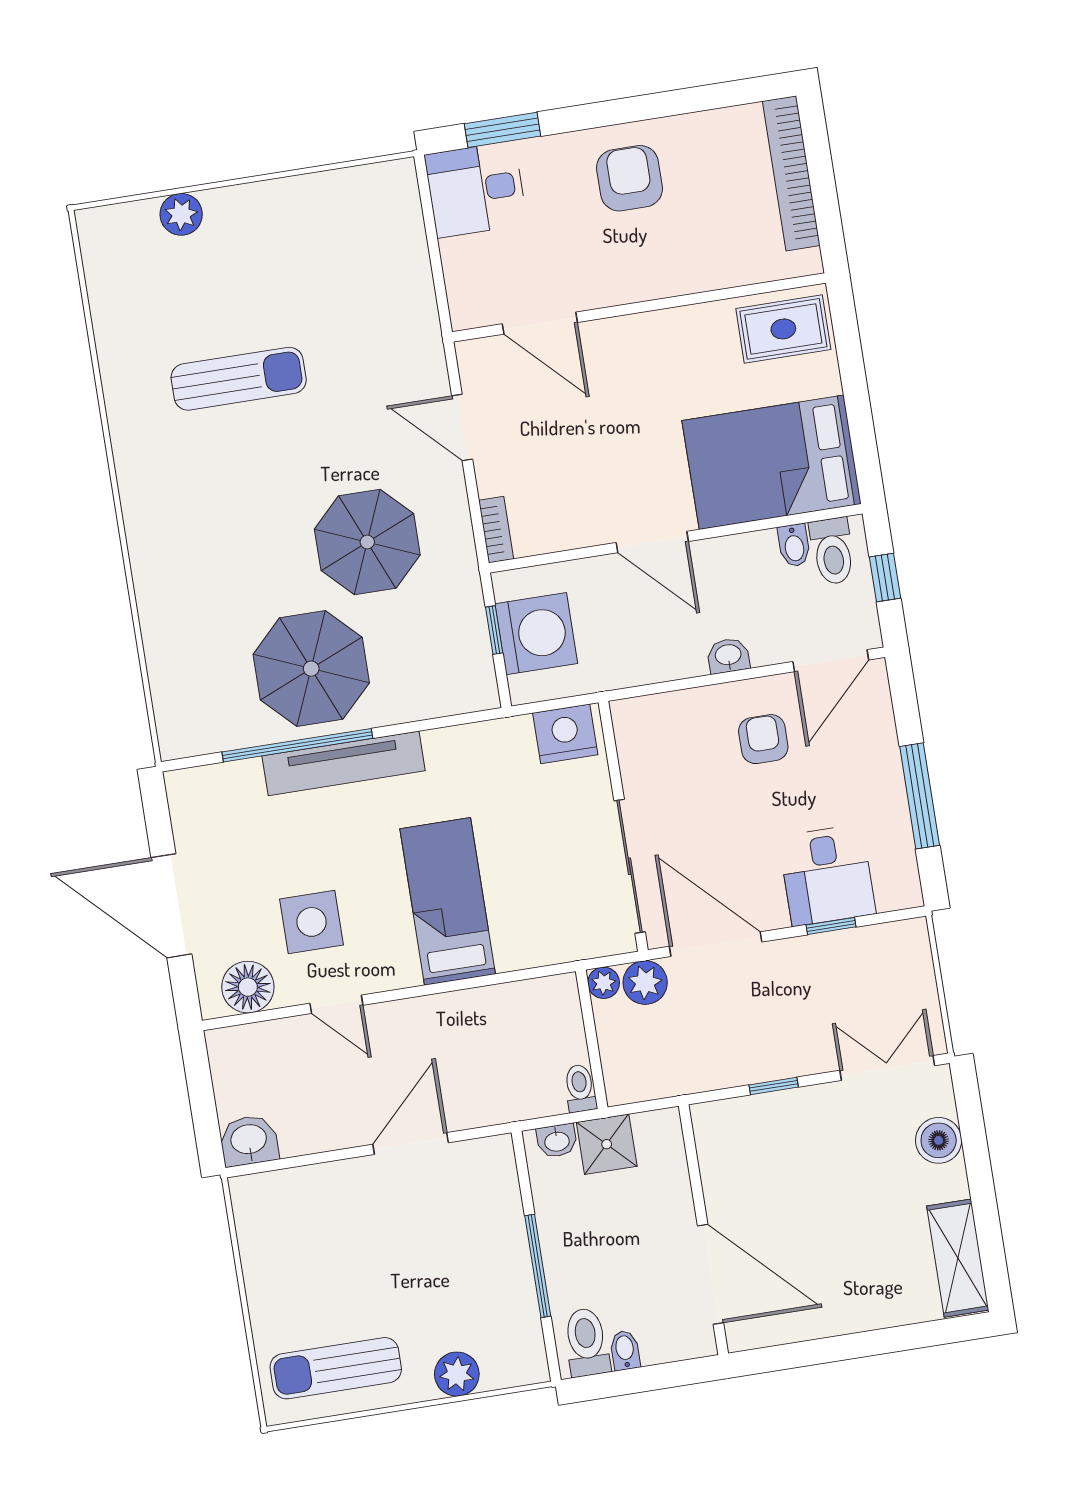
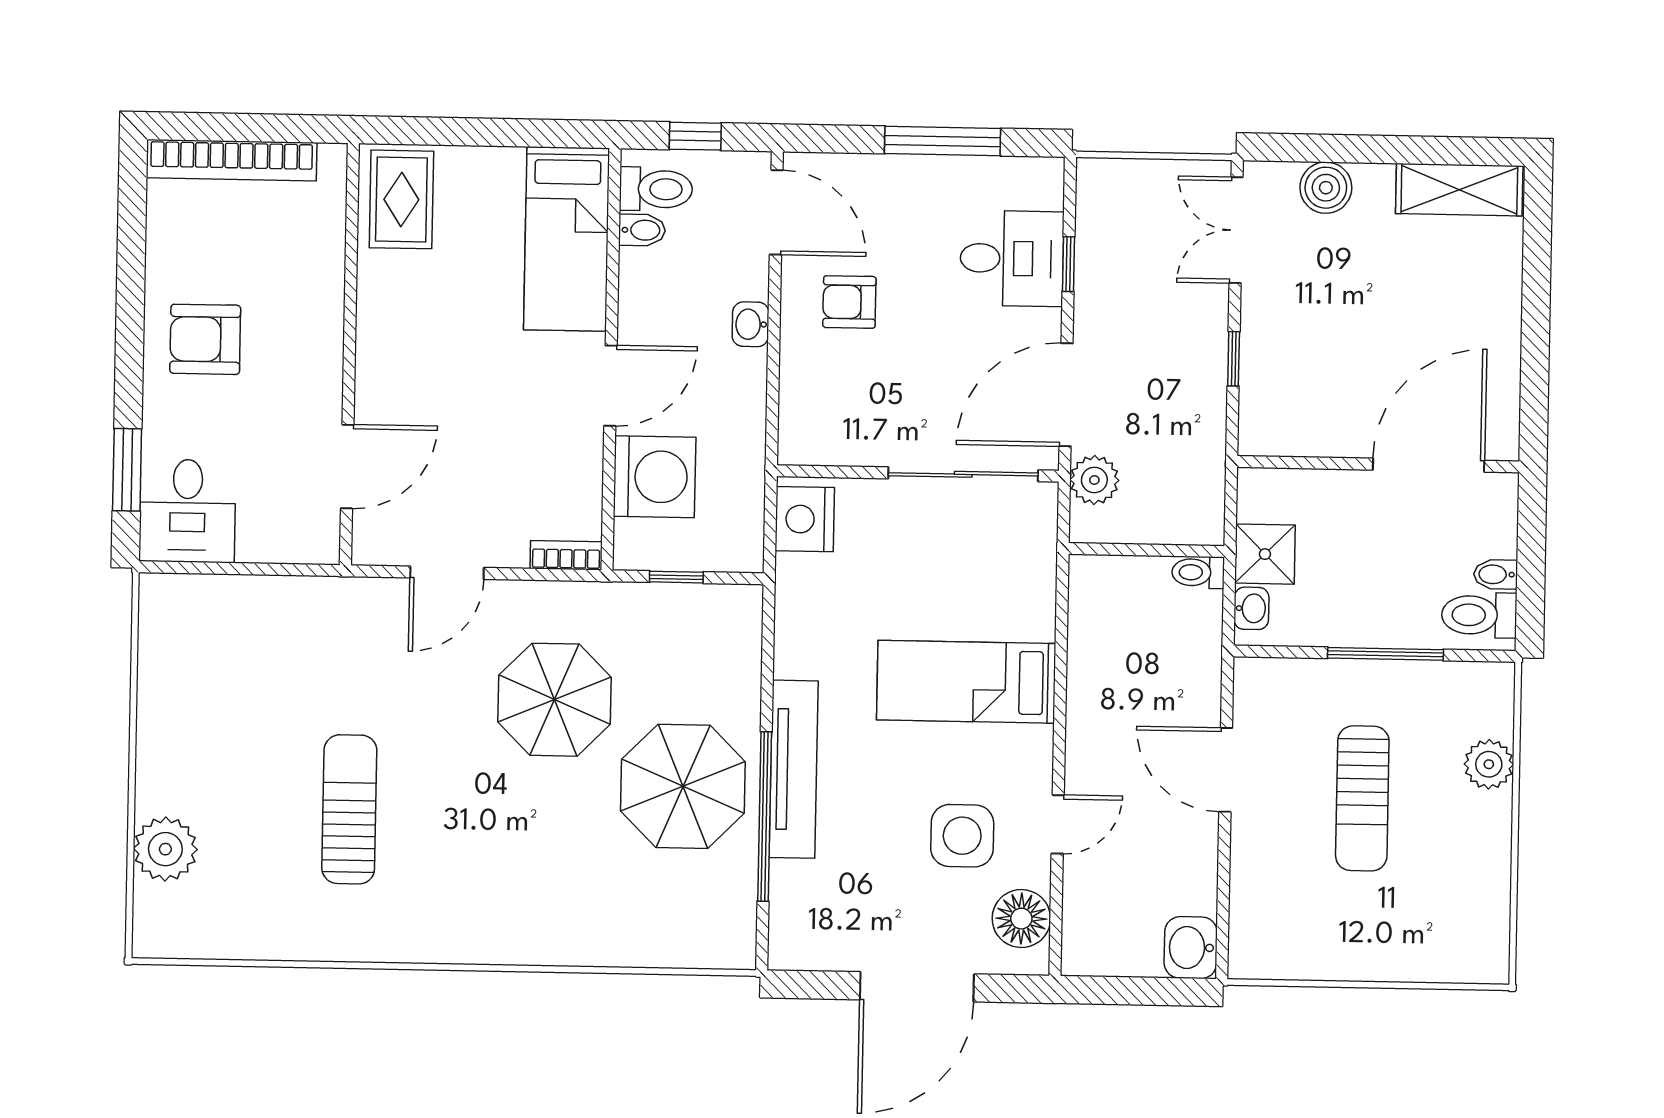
plant: (181, 214) -> (165, 849), width x1.36, depth x1.36
bed: (772, 462) -> (567, 239), width x0.67
washing machine: (536, 634) -> (655, 477), moved, turned 90
plant: (604, 983) -> (1087, 526), removed
sun lounger: (336, 1368) -> (1362, 798), moved

